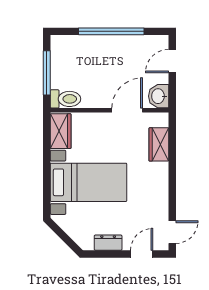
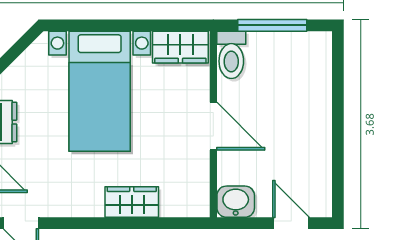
window: (111, 31) -> (338, 127), removed
door: (127, 110) -> (213, 126), moved
wardrobe: (159, 144) -> (132, 202), moved

